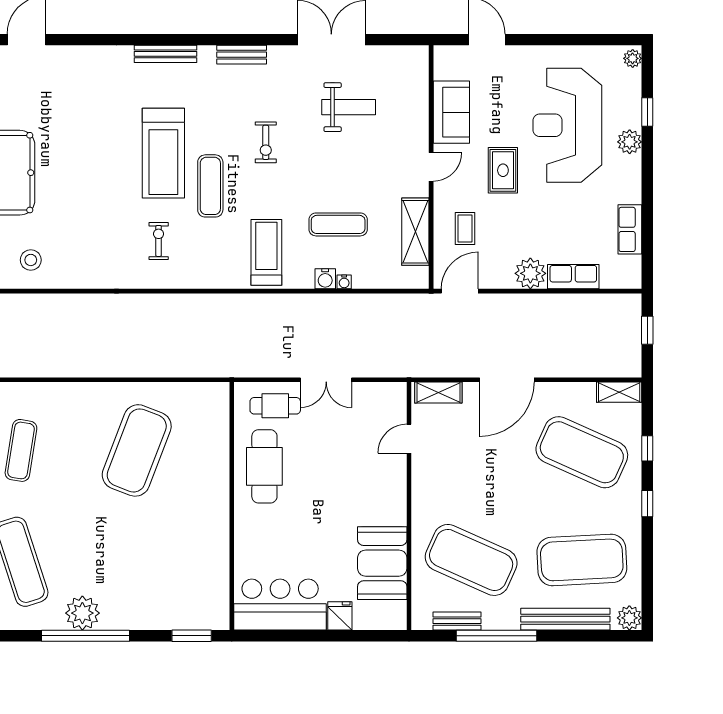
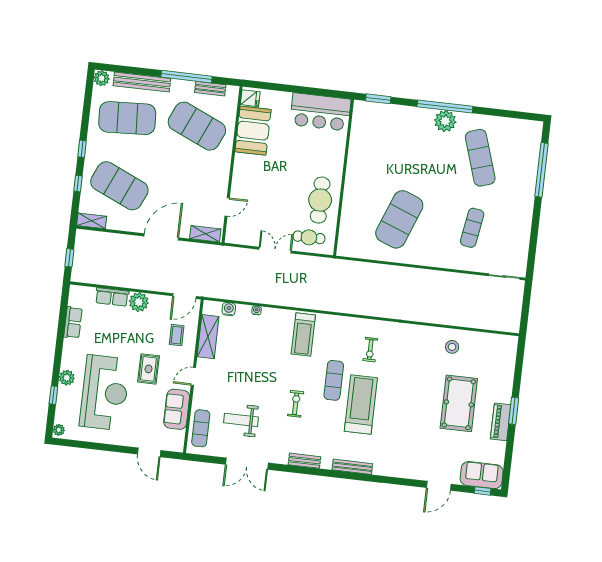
exercise mat: (338, 224) -> (201, 428), moved, turned 90
water cooler: (325, 279) -> (229, 309), moved
fridge: (340, 616) -> (250, 98), moved, turned -90

